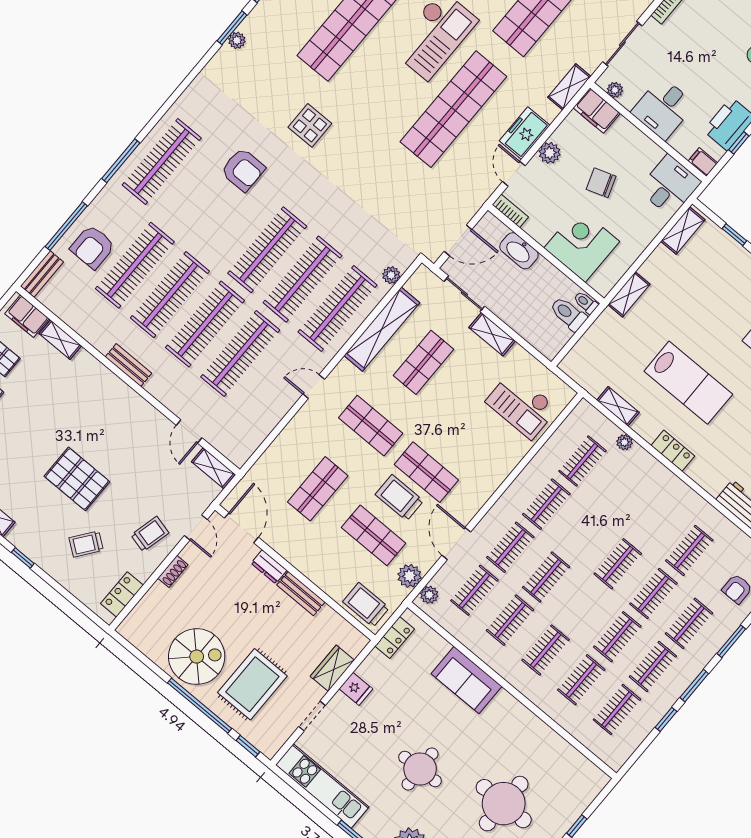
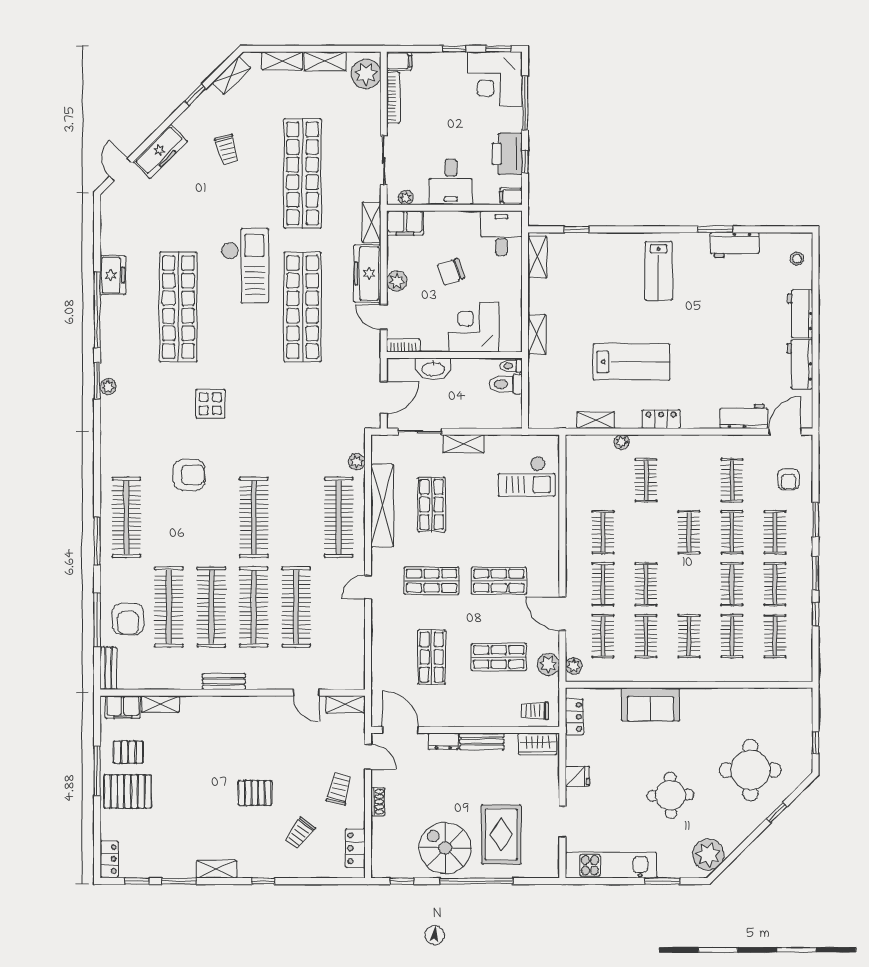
freezer: (525, 133) -> (367, 273), width x1.40
clothes rail: (302, 279) -> (296, 517), removed
clothes rail: (582, 461) -> (646, 480), moved
pallet: (77, 479) -> (255, 793), width x0.67, depth x0.71
trolley: (399, 498) -> (495, 615), removed
trolley: (366, 605) -> (535, 711), width x0.73, depth x0.72
spiral stairs: (197, 657) -> (445, 848), turned -90
wardrobe: (332, 668) -> (537, 744), moved, turned -90
window: (248, 746) -> (402, 881), moved

